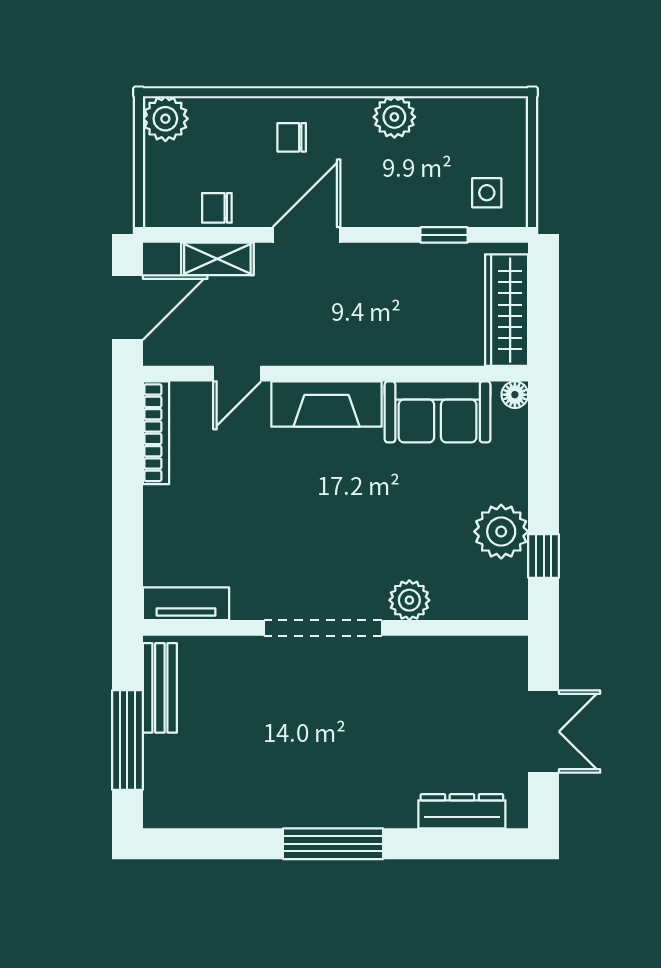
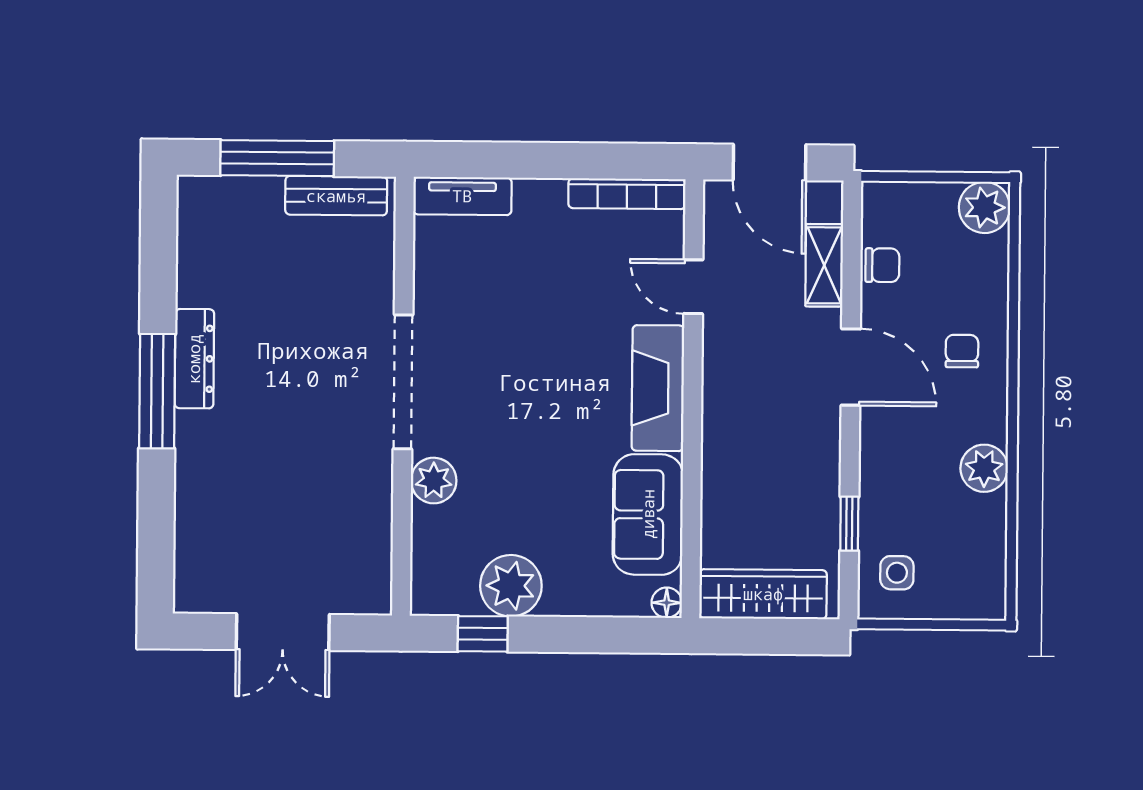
chair: (217, 208) -> (882, 265), turned 90
tv unit: (186, 604) -> (462, 196), moved, turned 90
dresser: (462, 811) -> (194, 359), moved

